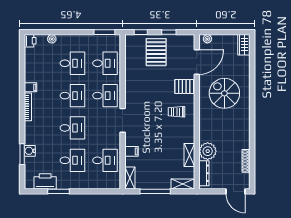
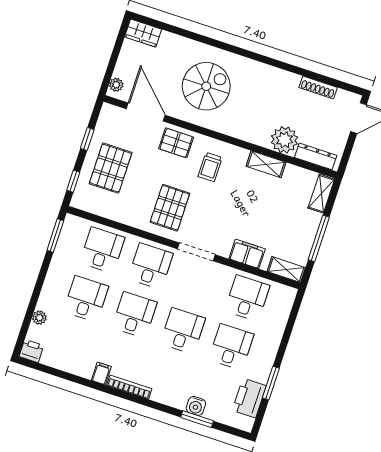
pallet: (156, 52) -> (111, 168), turned 90
pallet: (184, 86) -> (176, 143), turned 90
spiral stairs: (224, 93) -> (206, 86), turned 180
pallet: (144, 96) -> (170, 208), added
filing cabinet: (132, 151) -> (247, 254), width x2.00
shelving: (189, 155) -> (266, 164), moved

